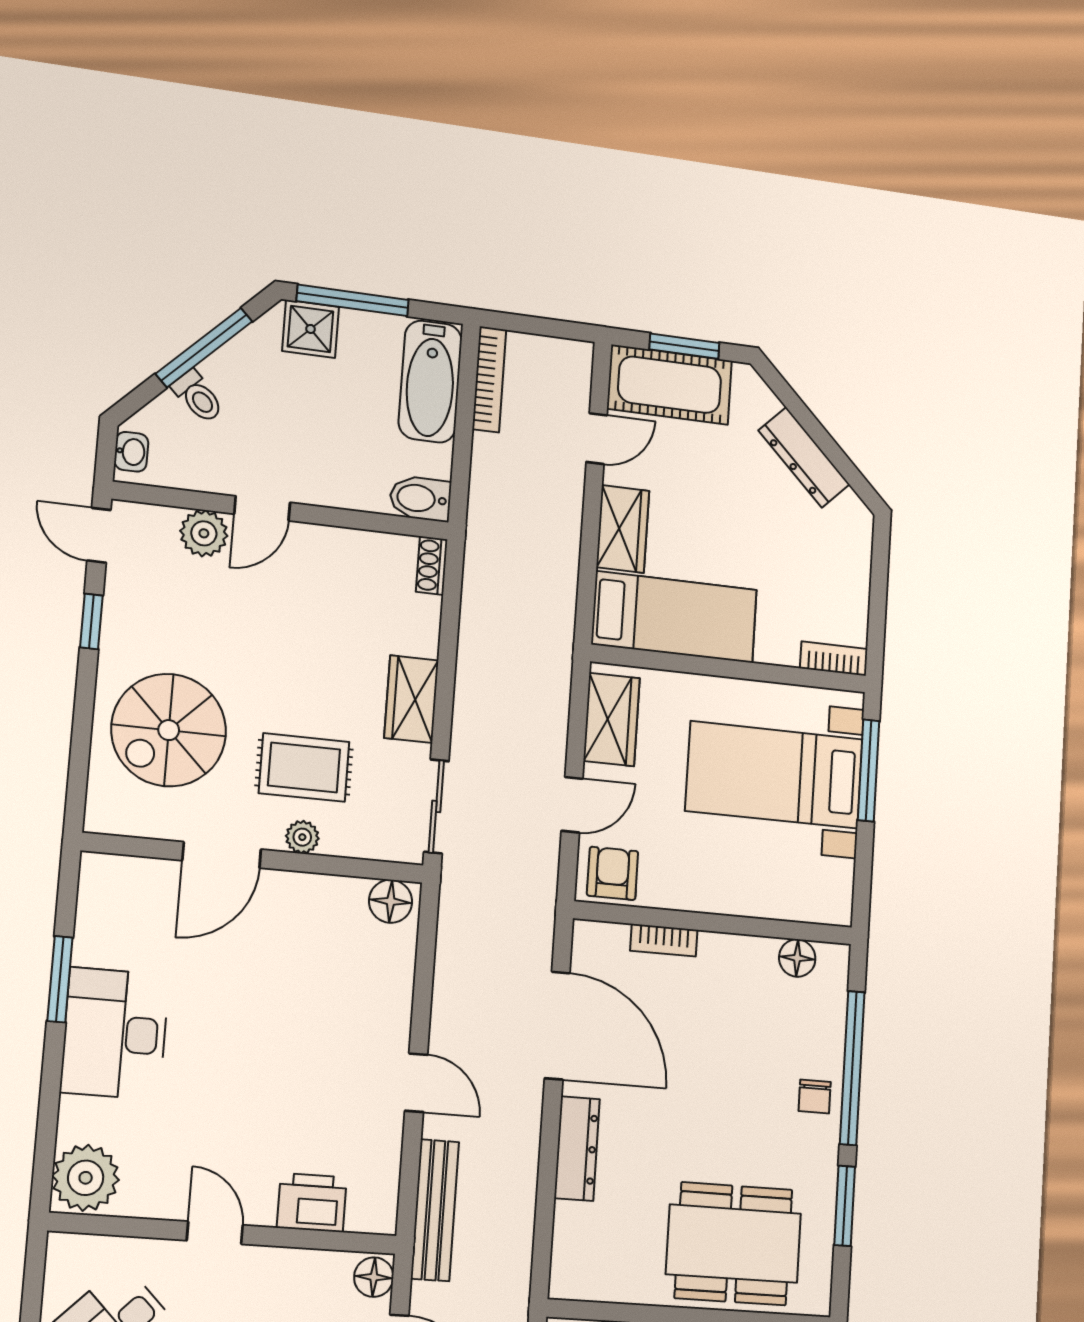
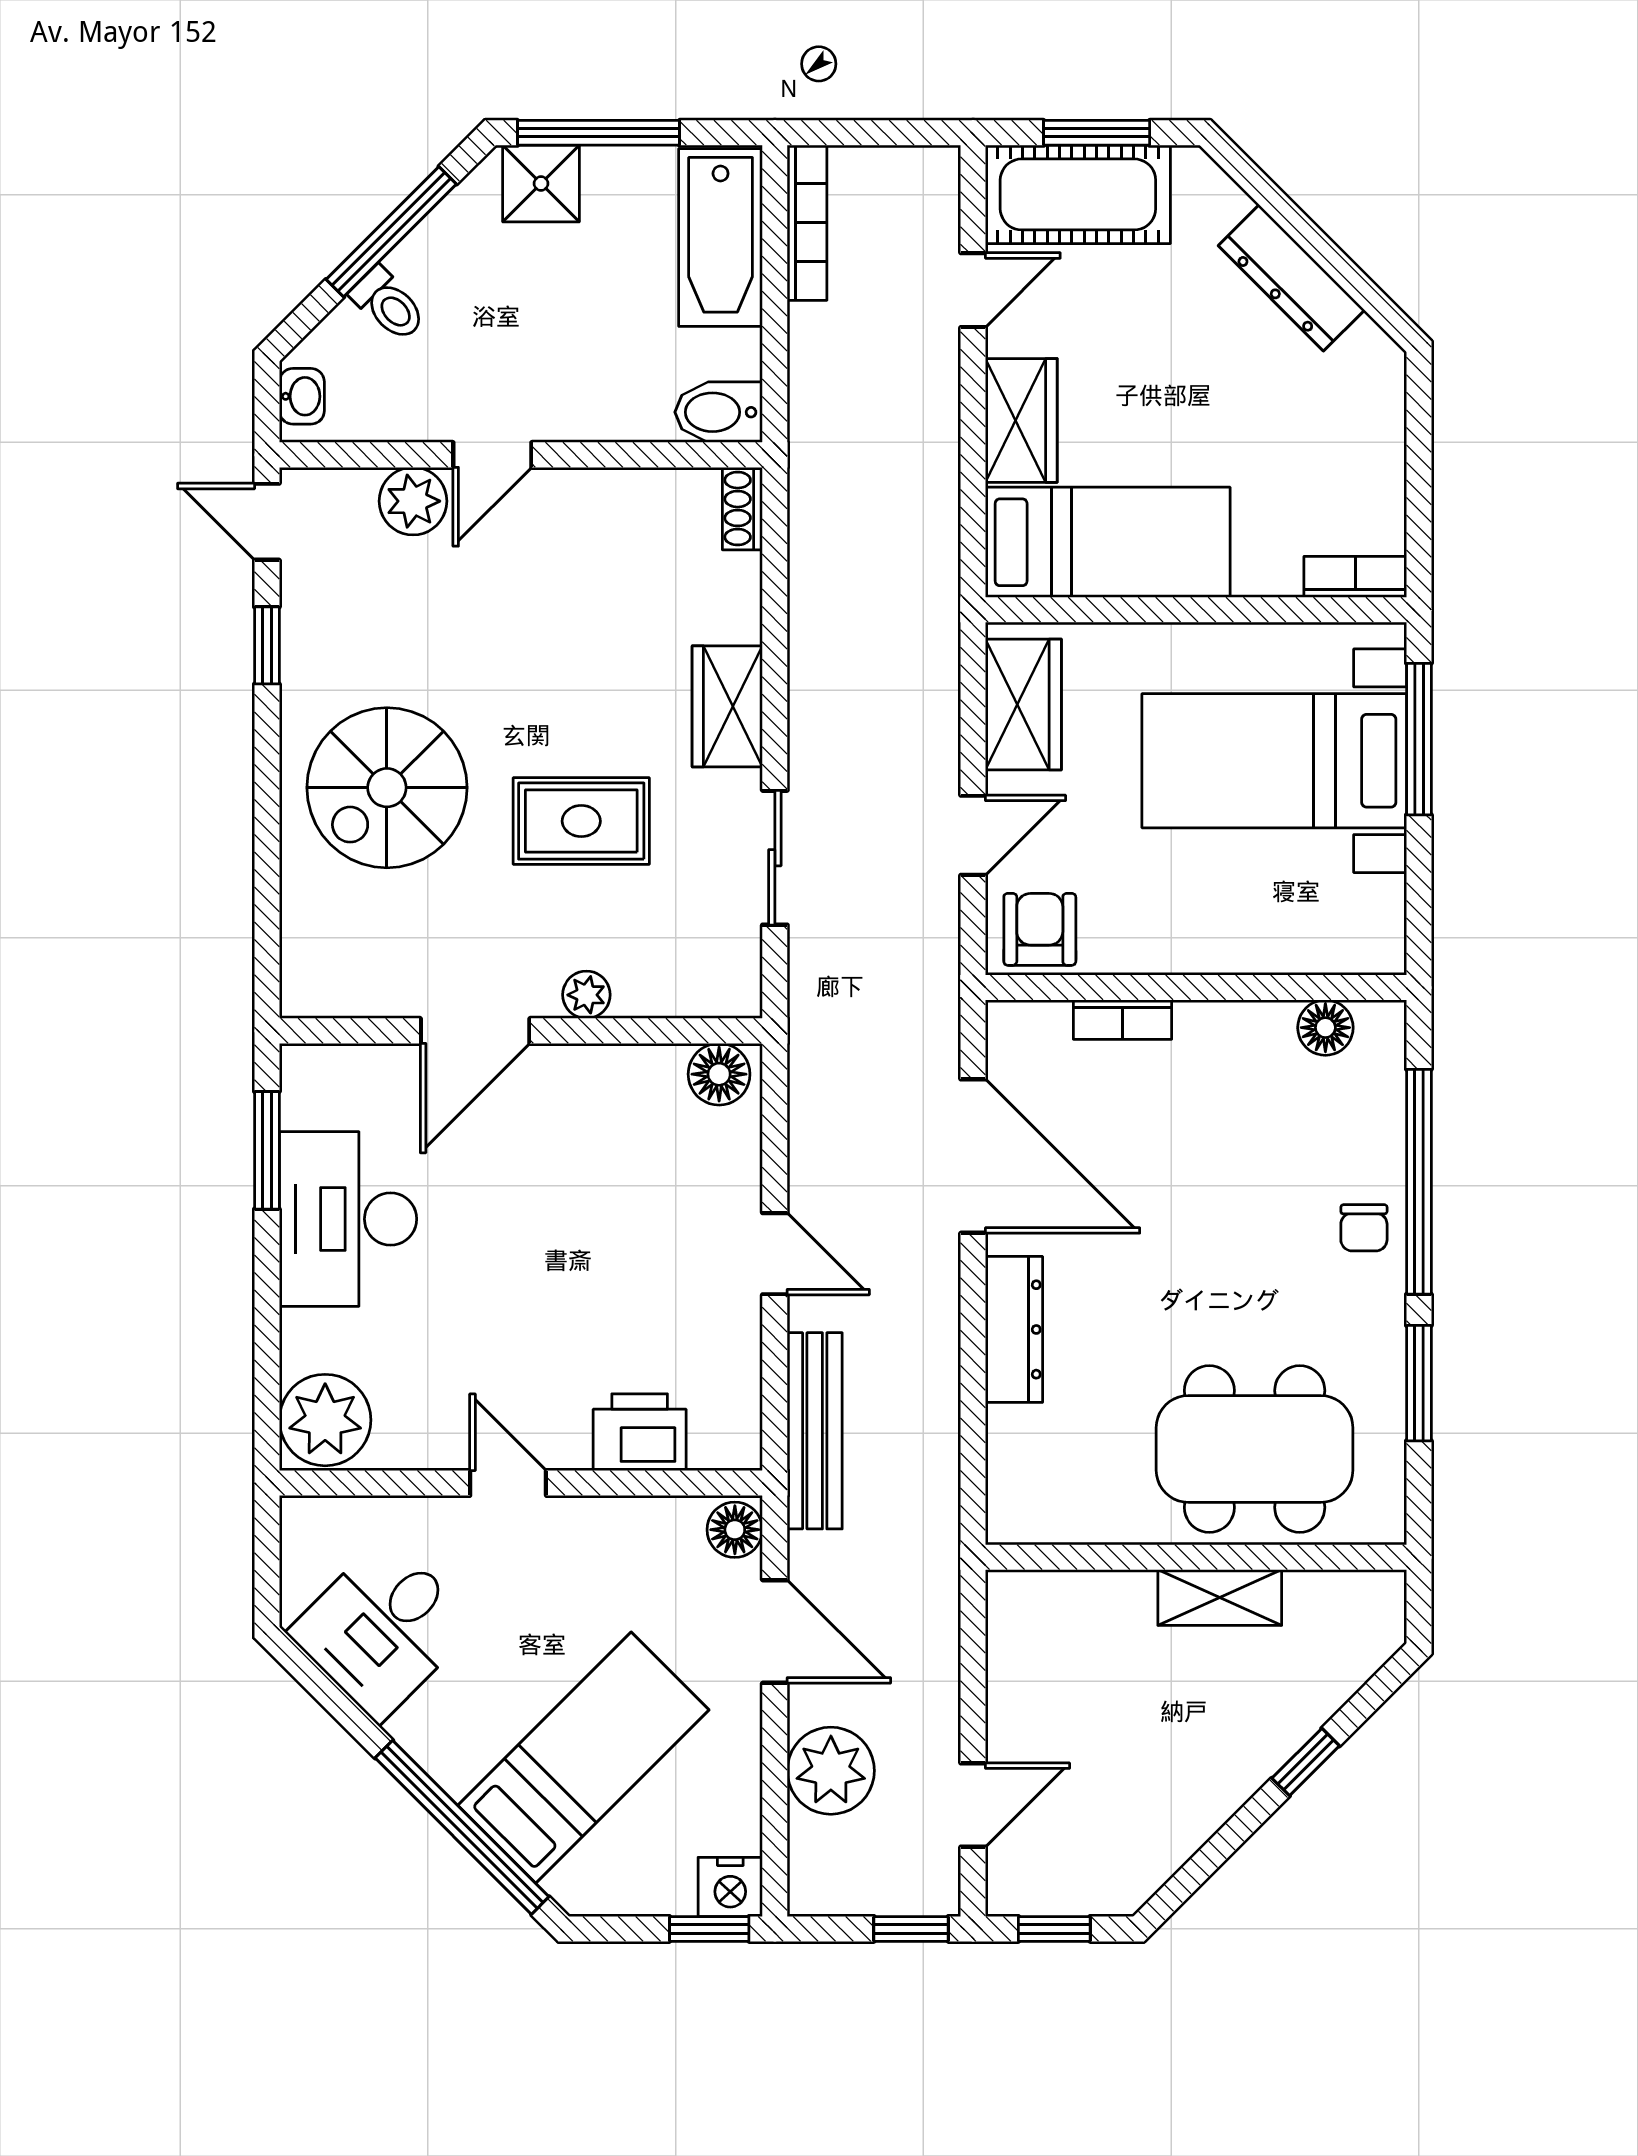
plant: (302, 837) -> (586, 995), moved
door: (222, 855) -> (475, 1031), moved
wall: (254, 858) -> (521, 1031), moved
floor lamp: (391, 901) -> (719, 1074), moved

